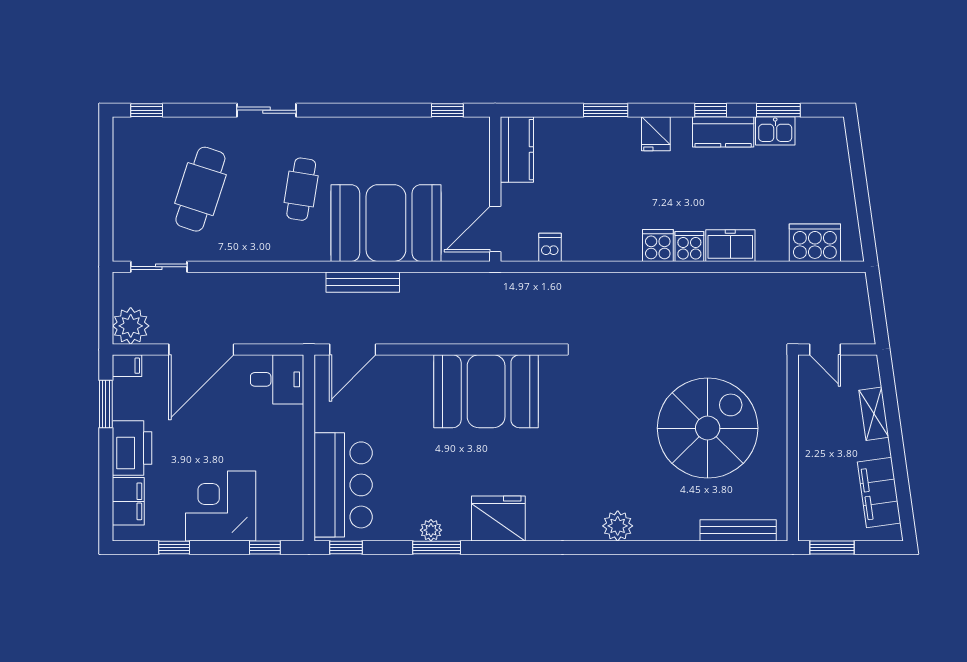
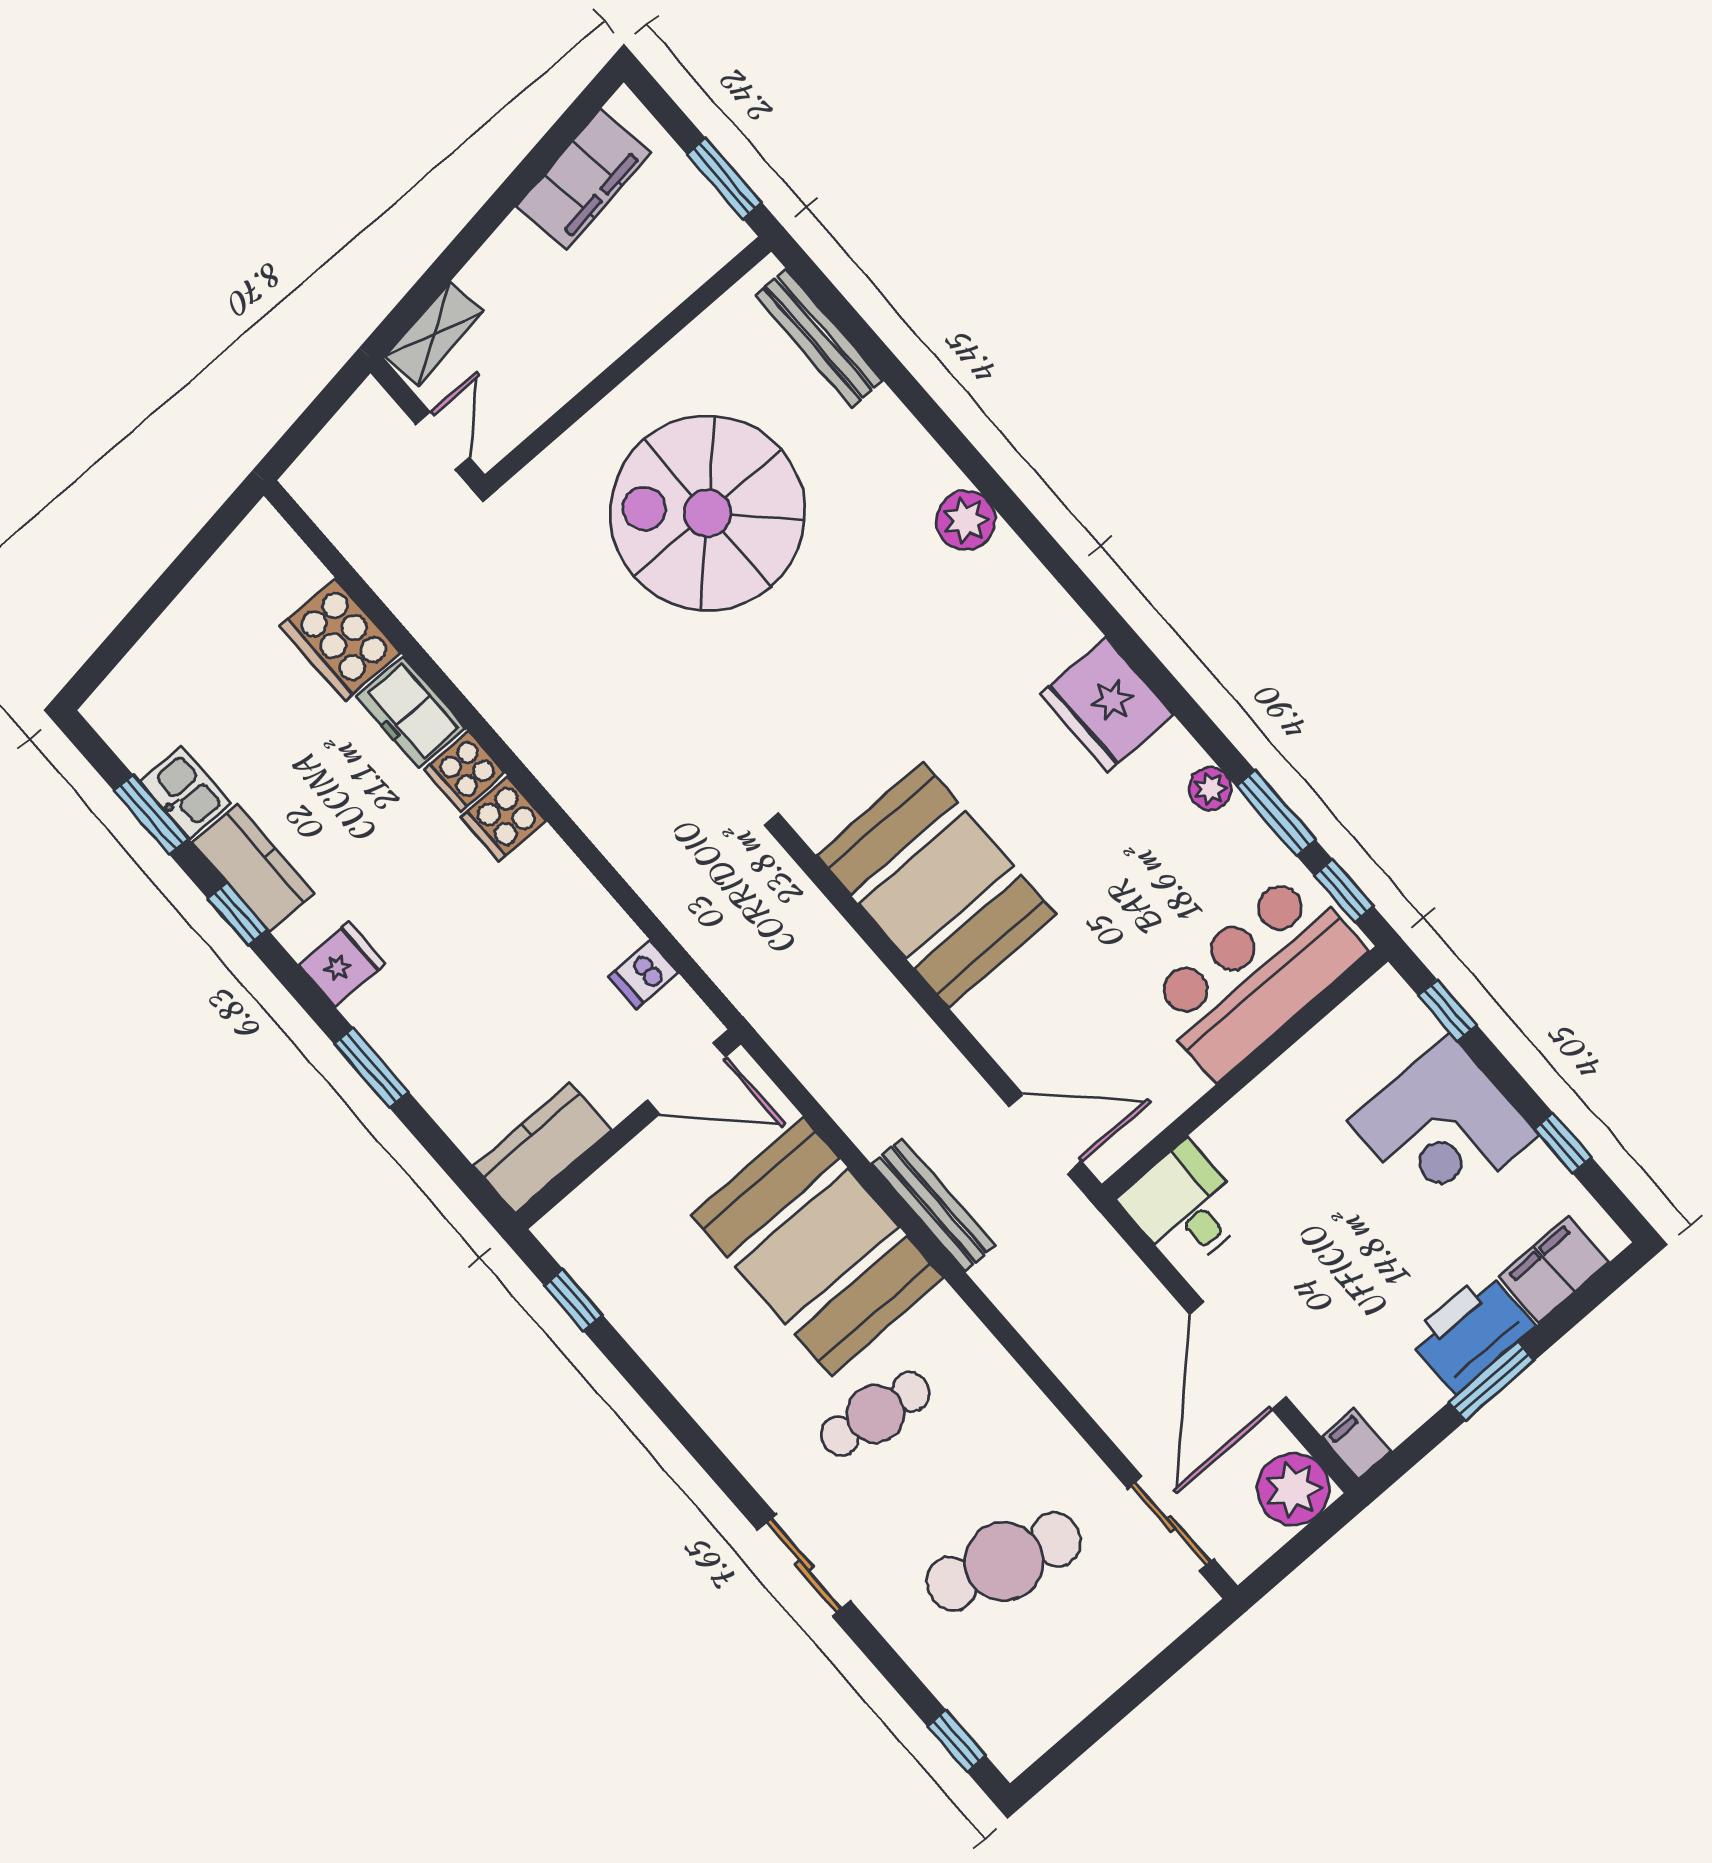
cooker: (815, 243) -> (340, 640), moved
door: (201, 350) -> (1238, 1356), swing flipped
window: (106, 404) -> (1492, 1381), moved
shelving: (874, 414) -> (434, 334), moved
window: (437, 547) -> (1276, 813), moved

